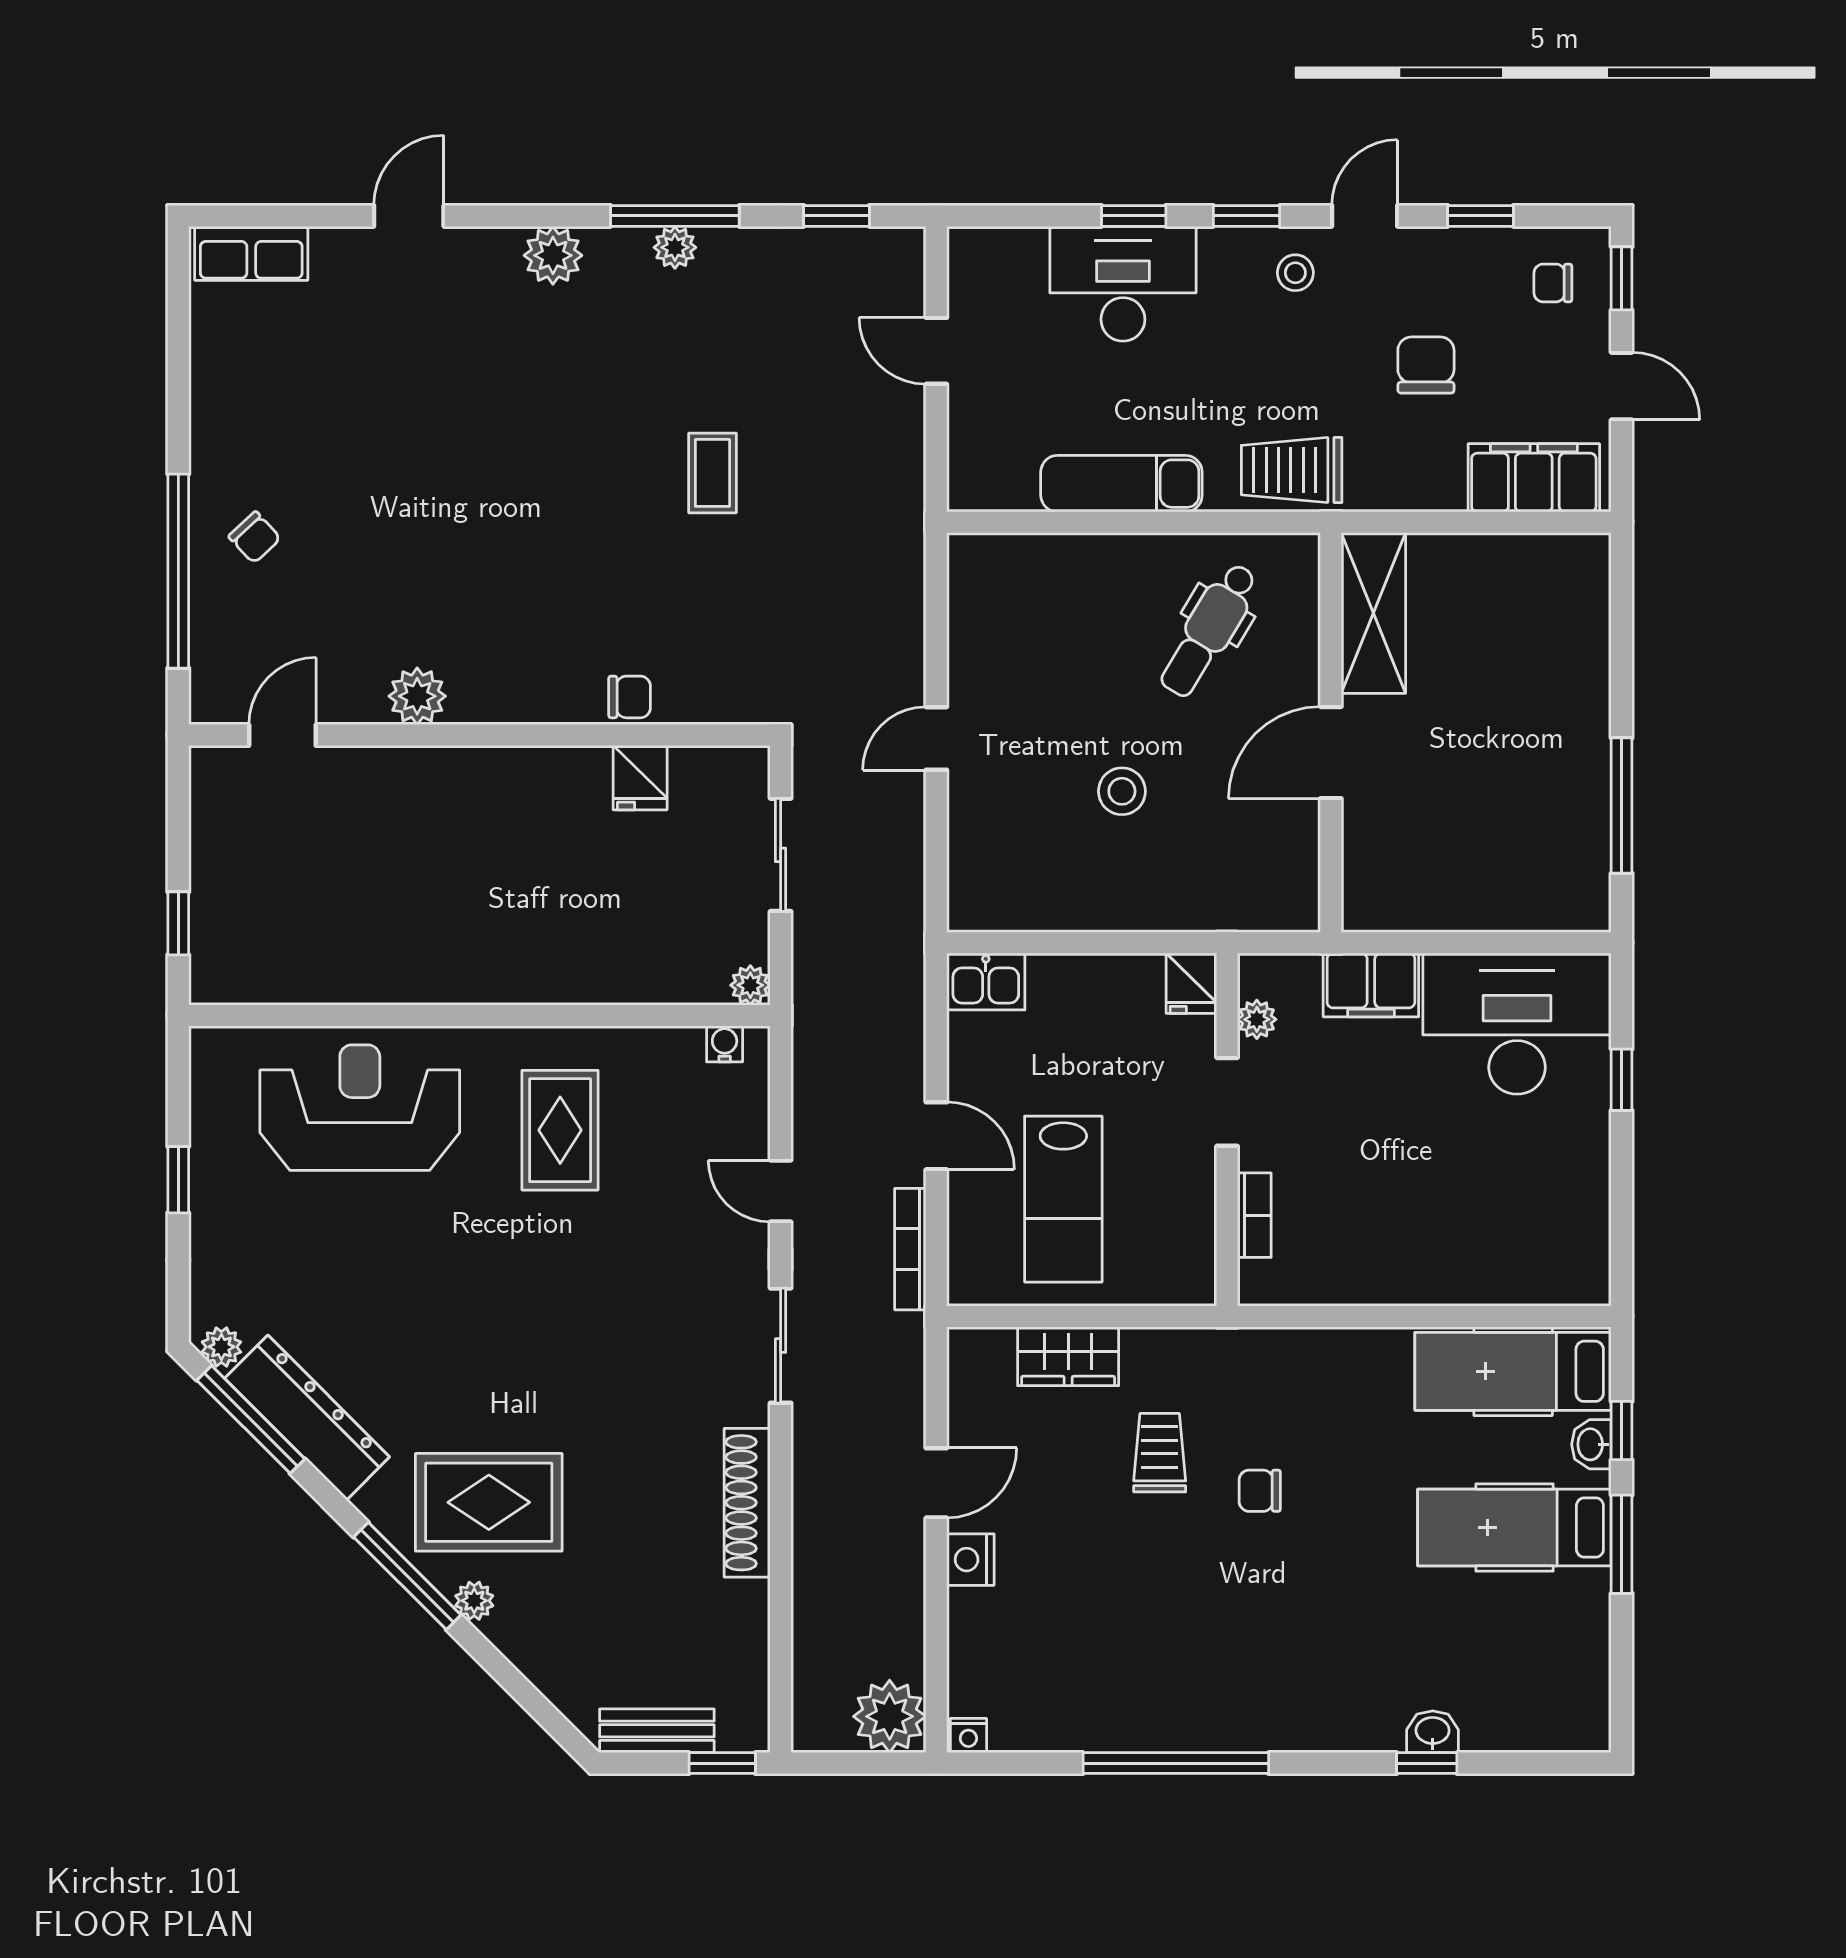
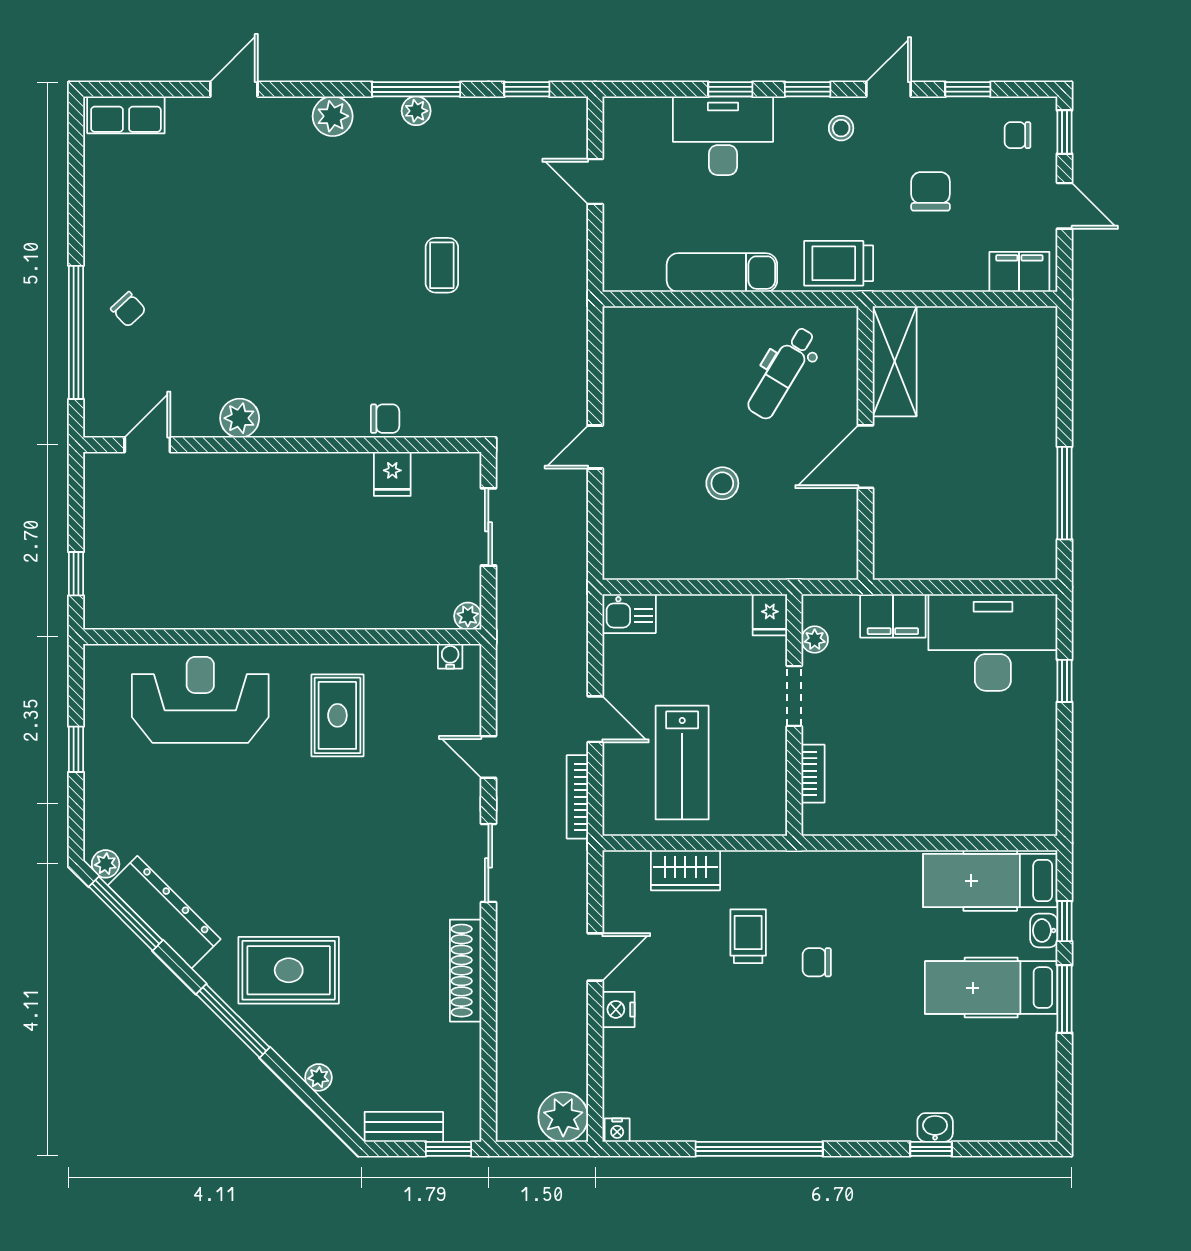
filing cabinet: (1534, 478) -> (1019, 272), width x0.67, depth x0.86
plant: (474, 1601) -> (318, 1077), moved

